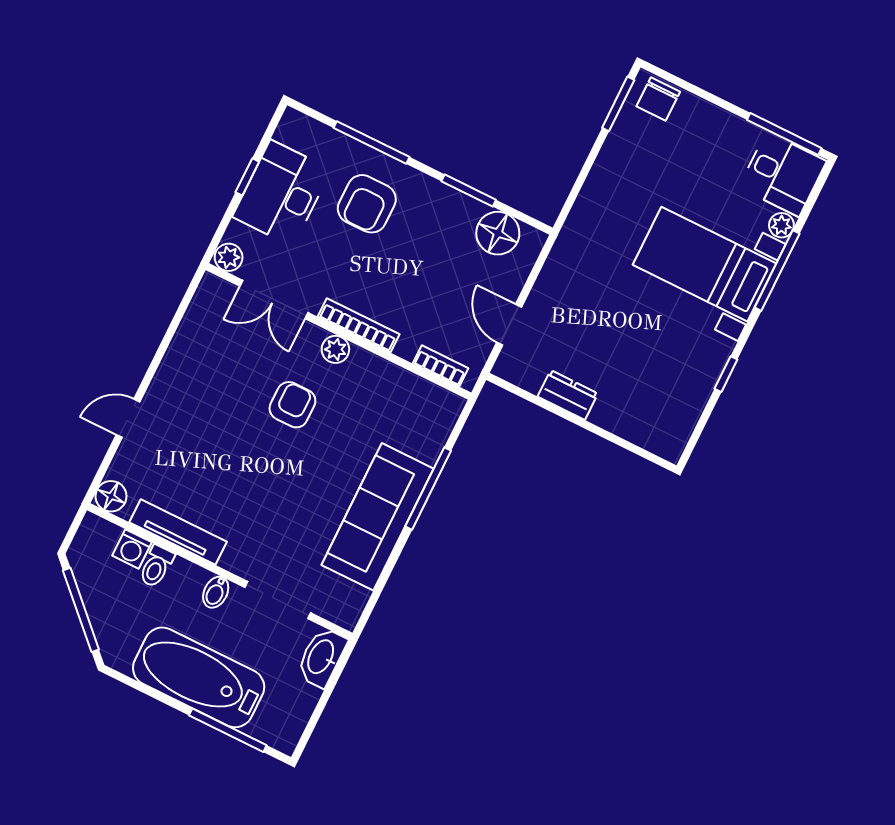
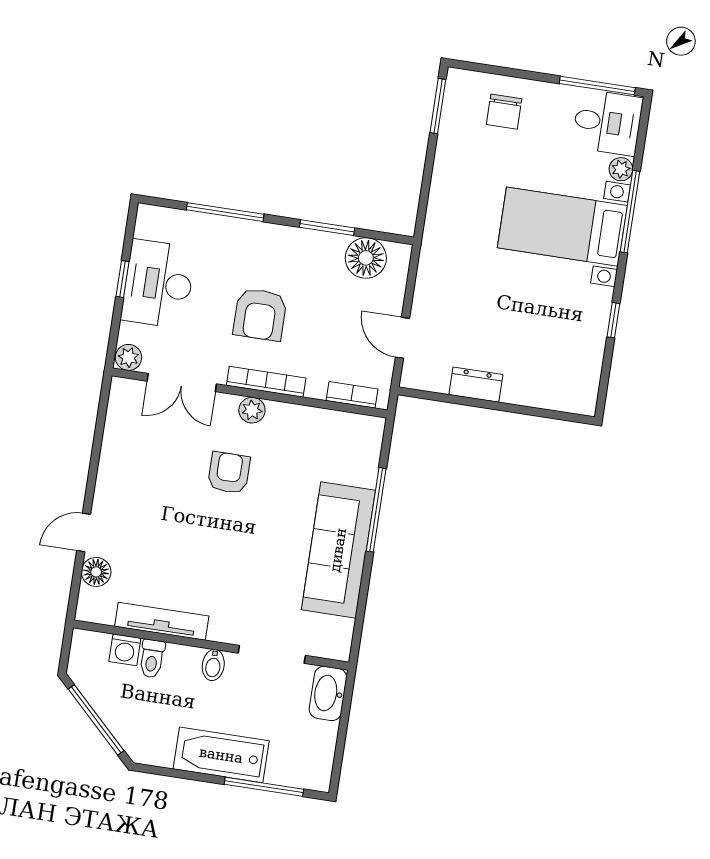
chair: (658, 99) -> (504, 112), moved
armchair: (367, 204) -> (260, 314), moved
floor lamp: (111, 496) -> (96, 572), moved
bathtub: (199, 677) -> (221, 755), width x0.73, depth x0.73

